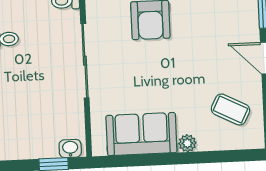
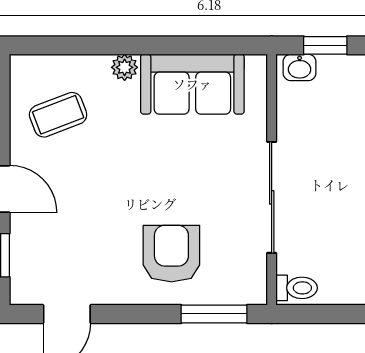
coffee table: (230, 109) -> (58, 115), turned -48

